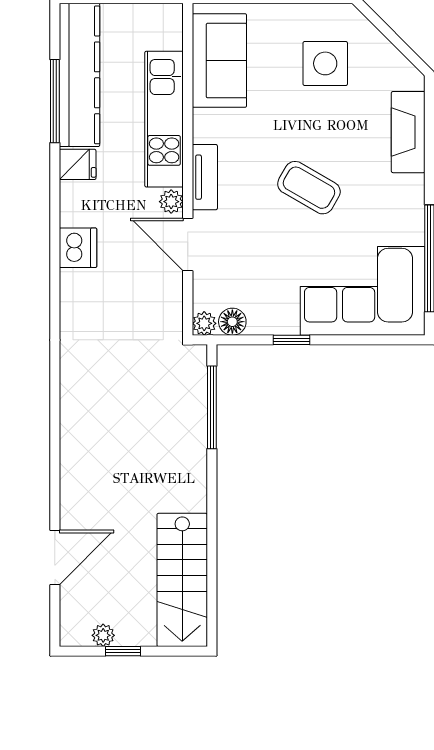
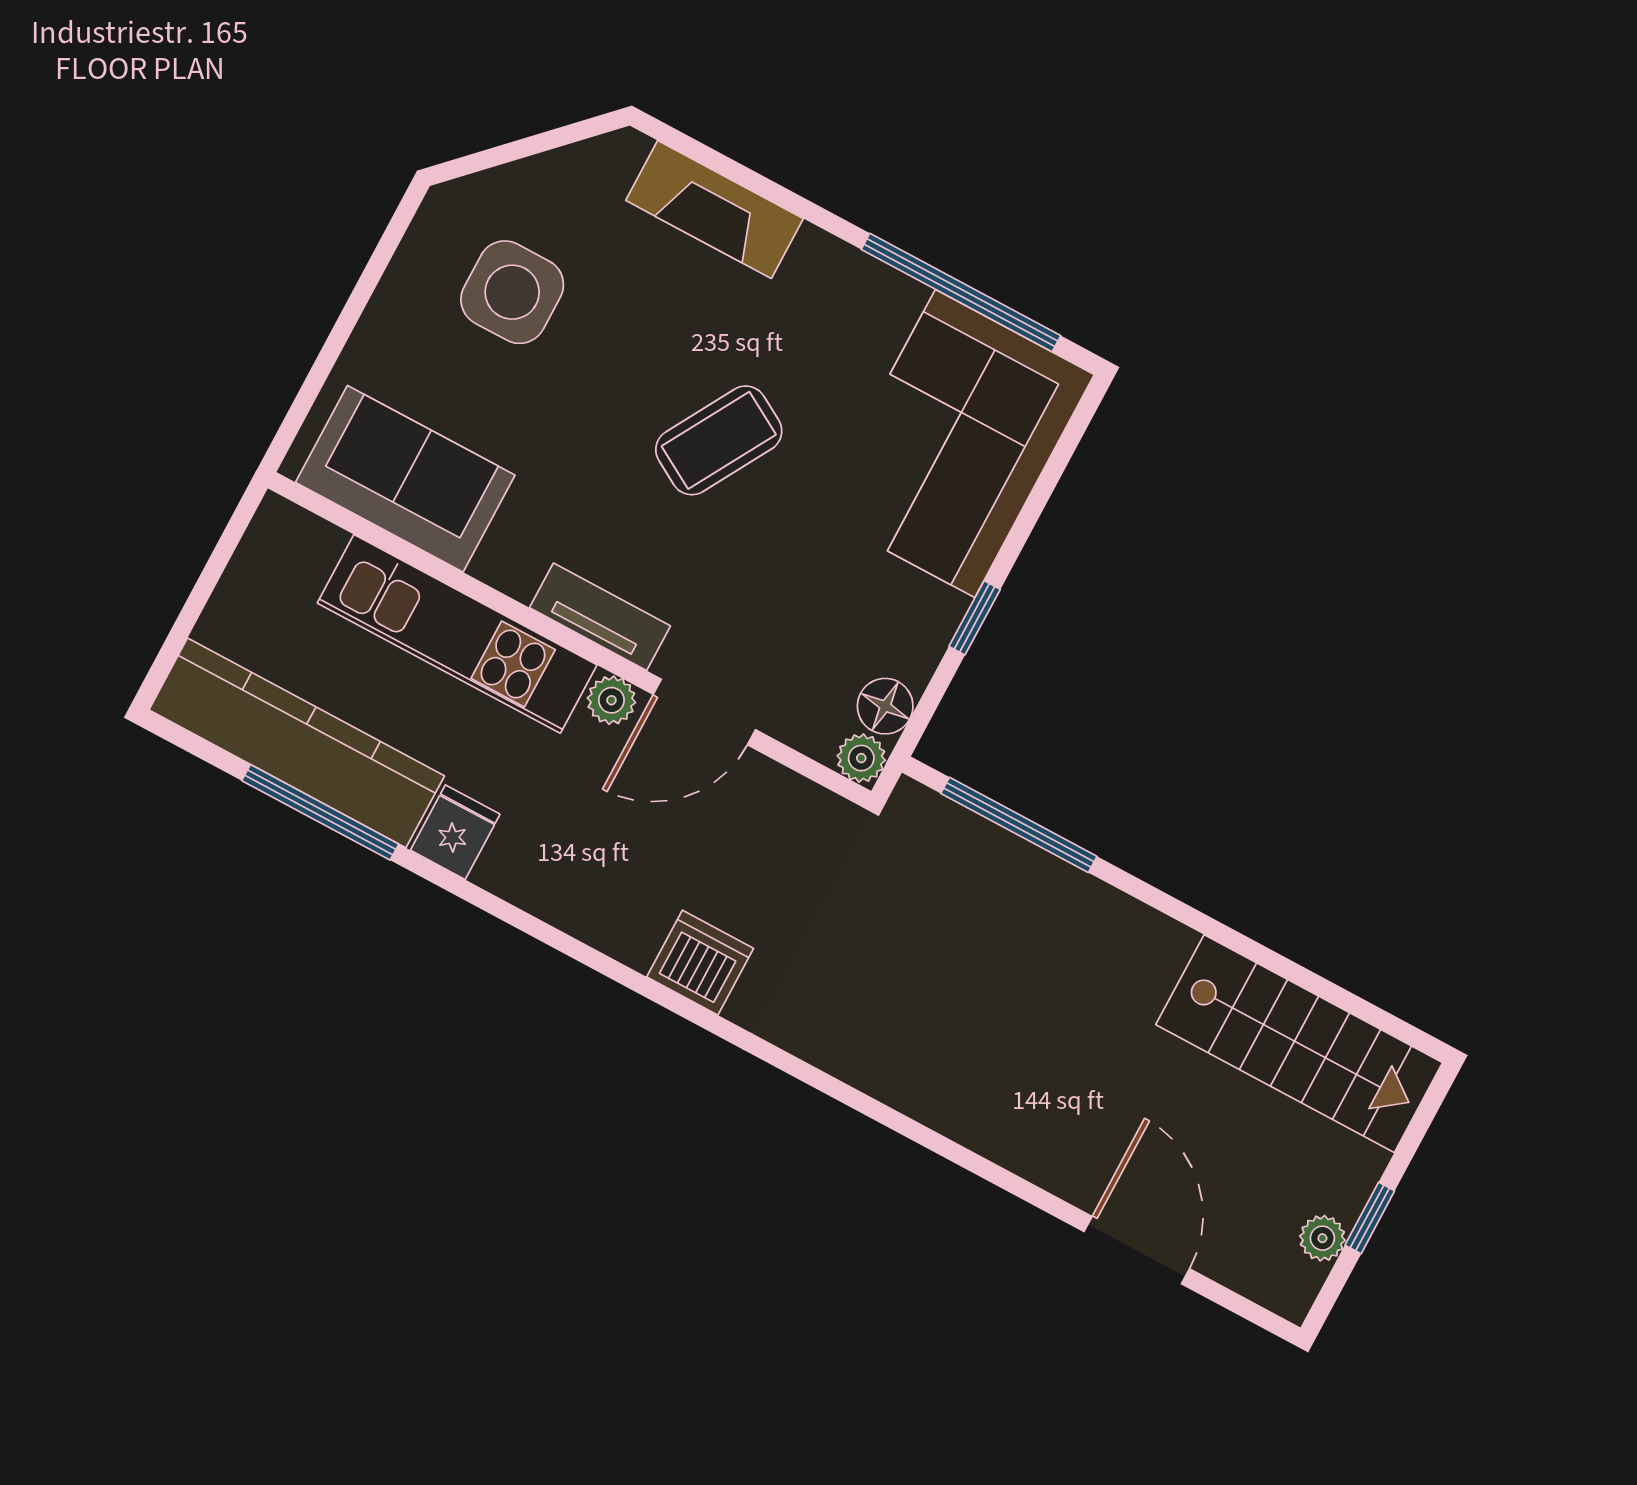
dishwasher: (78, 248) -> (700, 963), moved

